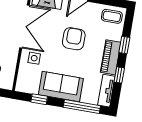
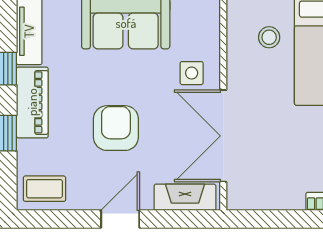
armchair: (74, 39) -> (116, 128), turned 180

